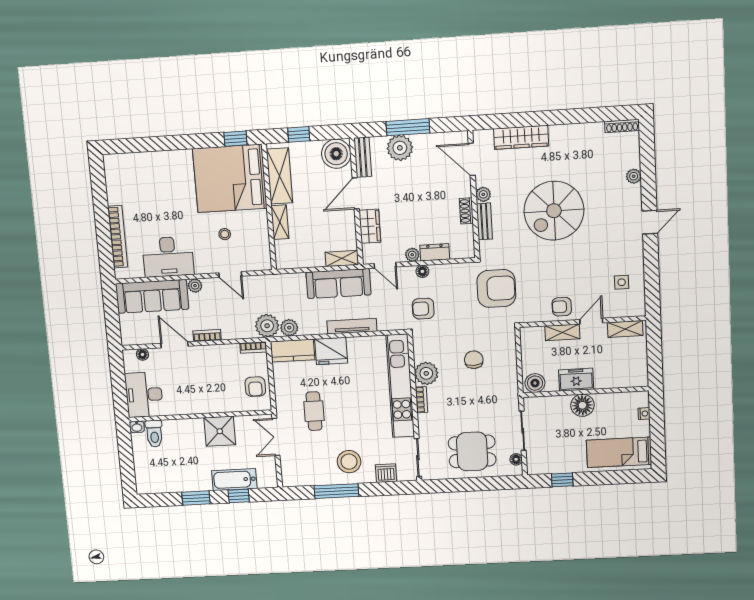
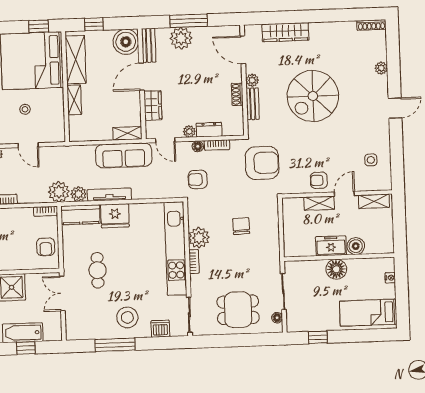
bookcase: (444, 269) -> (217, 145), added
tv unit: (352, 326) -> (109, 195), moved
boiler: (535, 383) -> (356, 246), moved

